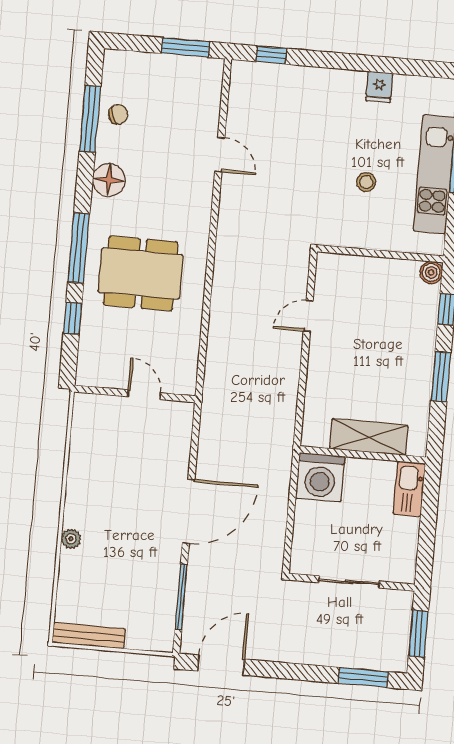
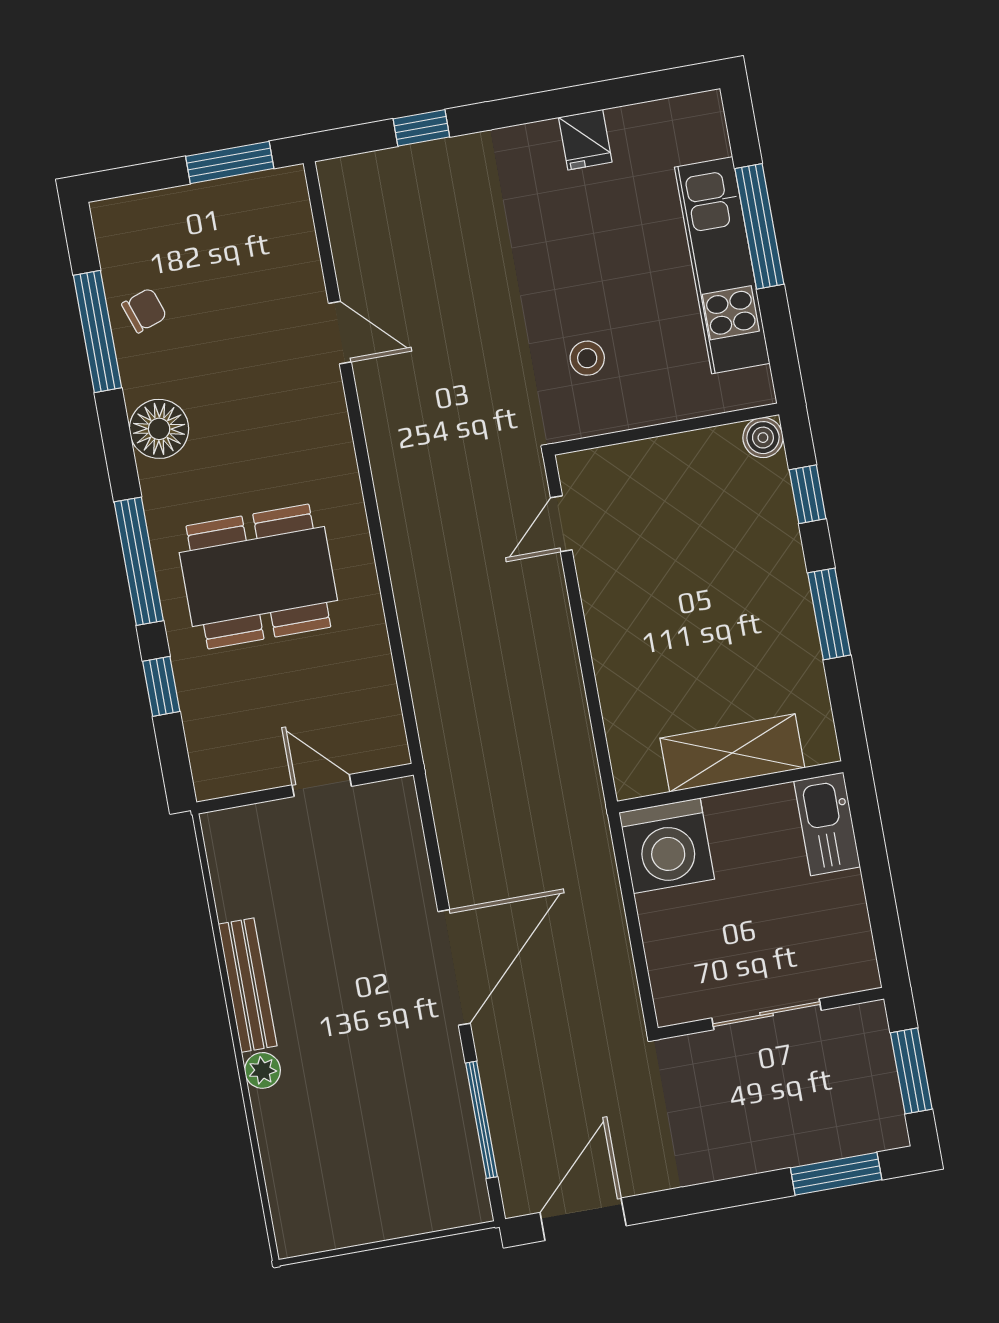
window: (271, 55) -> (421, 128), moved
stool: (366, 182) -> (587, 358), moved
door: (308, 316) -> (561, 524), moved
bench: (89, 636) -> (248, 985), moved, turned 90

